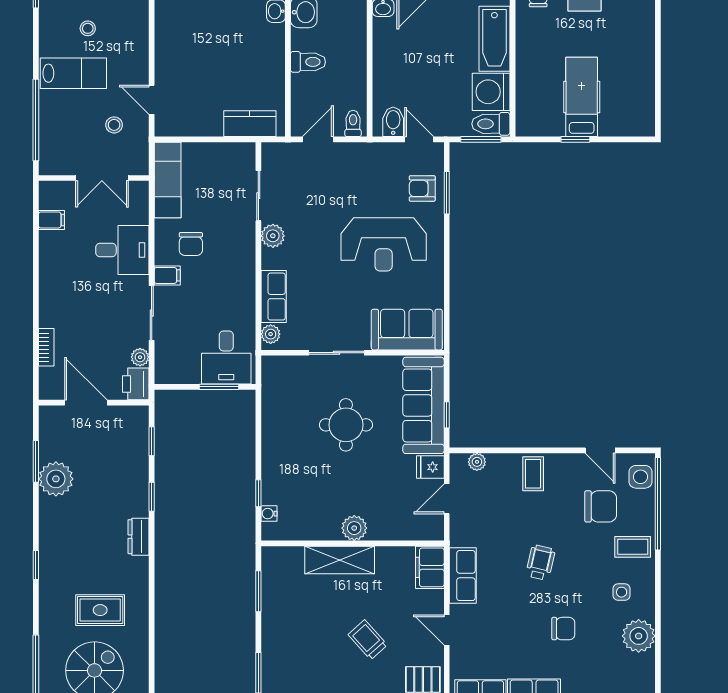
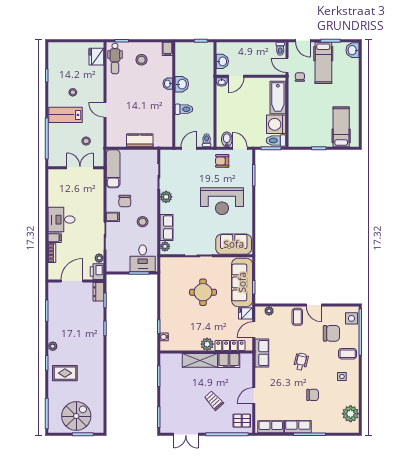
lab bench: (73, 73) -> (66, 115), turned 180
hospital bed: (582, 97) -> (341, 127), moved
door: (152, 100) -> (105, 110), moved
kitchen counter: (250, 124) -> (140, 140), moved
double door: (102, 178) -> (80, 168), swing flipped
armchair: (422, 188) -> (222, 161), moved
filing cabinet: (52, 220) -> (55, 238), moved
desk: (122, 250) -> (61, 220), moved, turned 180
stool: (226, 285) -> (143, 222), added
door: (86, 403) -> (72, 281), hinge flipped
door: (600, 450) -> (314, 305), moved
plant: (56, 479) -> (53, 346), moved, width x0.53, depth x0.53
locker: (399, 530) -> (230, 345), added
dresser: (139, 537) -> (98, 292), moved
filing cabinet: (430, 567) -> (229, 360), moved, turned -90
row of seats: (463, 576) -> (262, 353), moved
rug: (100, 610) -> (65, 373), moved
door: (447, 630) -> (254, 396), hinge flipped
plant: (639, 636) -> (351, 414), moved

